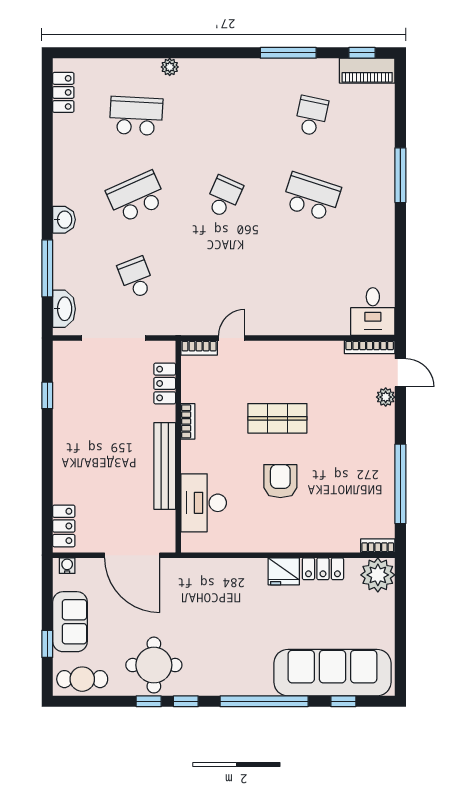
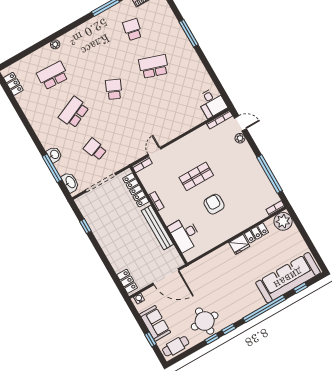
washbasin: (64, 220) -> (54, 155), moved
locker: (165, 383) -> (136, 190), width x1.53

